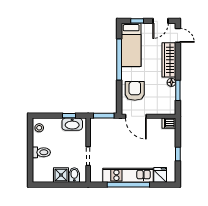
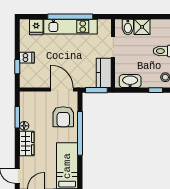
window: (119, 60) -> (80, 133), moved
wardrobe: (169, 60) -> (27, 144), width x0.67
window: (69, 116) -> (156, 90), moved
dishwasher: (169, 123) -> (27, 58), moved
kitchen counter: (97, 132) -> (104, 73), added
window: (178, 154) -> (17, 67), moved

